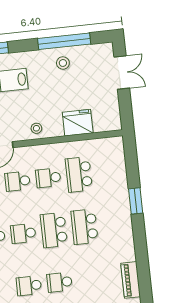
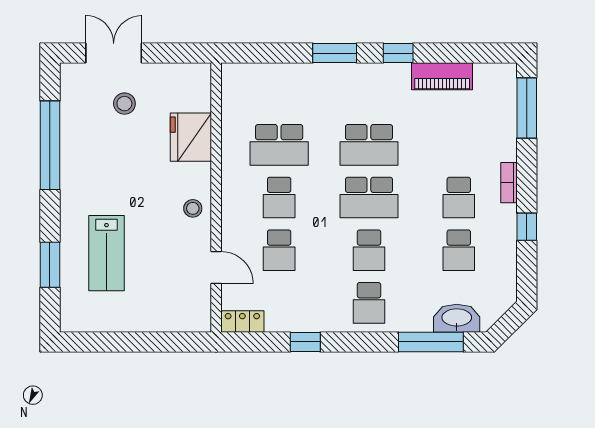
stool: (63, 63) -> (124, 104), moved
window: (140, 238) -> (398, 53), added
piano: (131, 280) -> (442, 76), moved

